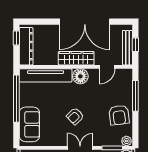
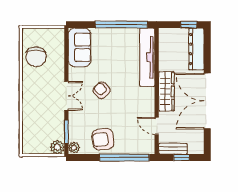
dresser: (26, 46) -> (196, 49), moved, turned 90
bench: (128, 48) -> (173, 149), width x0.73
floor lamp: (80, 76) -> (146, 96), removed
window: (135, 96) -> (124, 158), width x1.46
sofa: (29, 124) -> (80, 47), moved, turned -90

